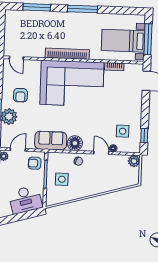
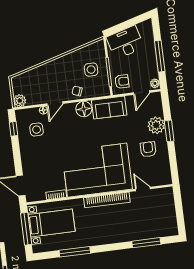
window: (82, 9) -> (75, 252), moved
door: (16, 58) -> (143, 189), moved
door: (101, 153) -> (55, 104), hinge flipped

